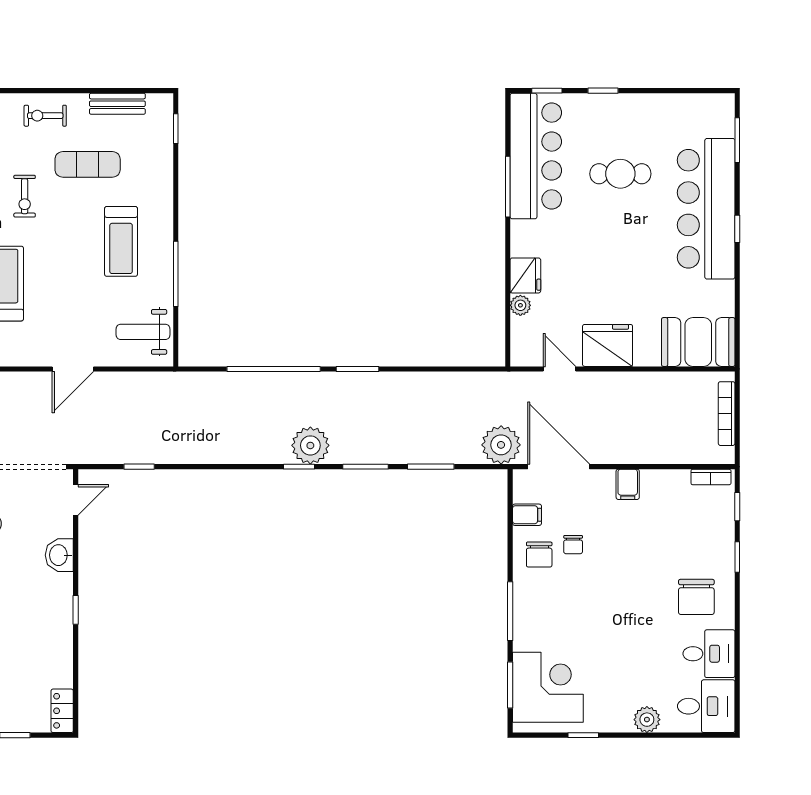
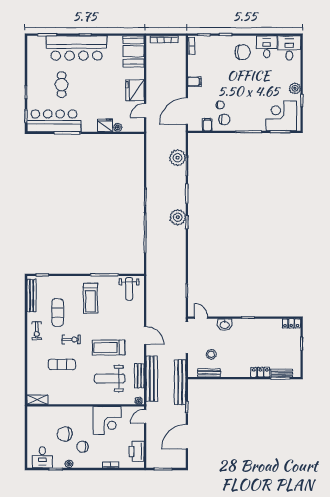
bench: (117, 104) -> (32, 295), width x1.36
treadmill: (121, 241) -> (91, 298), turned 90
door: (73, 369) -> (145, 335), moved
plant: (501, 445) -> (178, 158), moved
plant: (647, 720) -> (295, 88), moved

